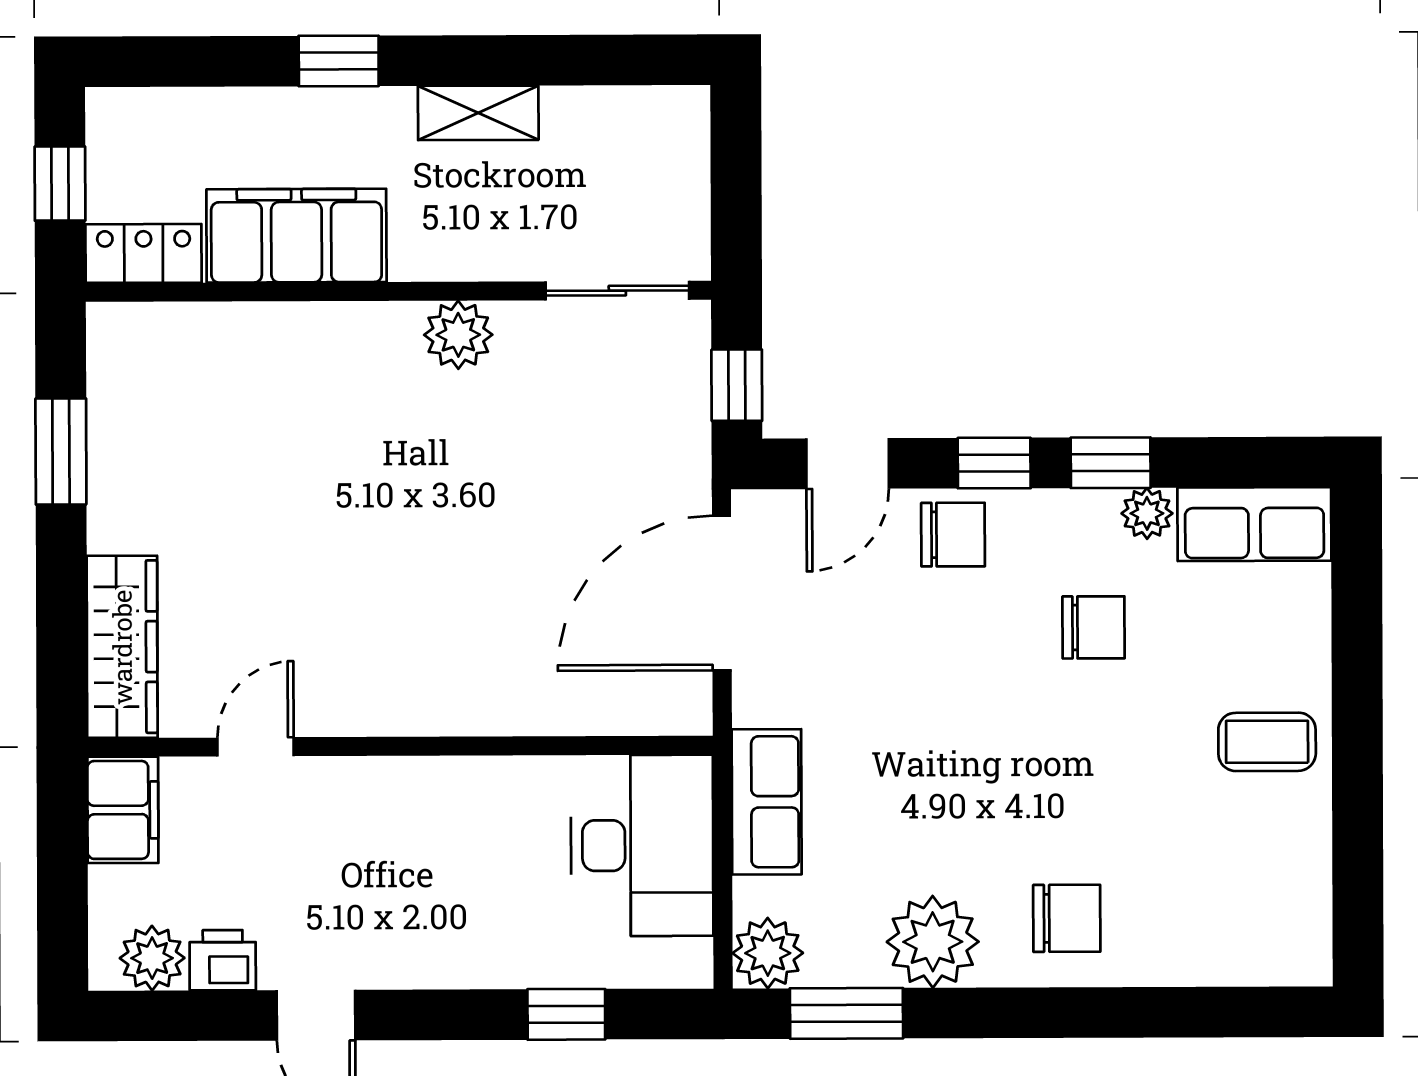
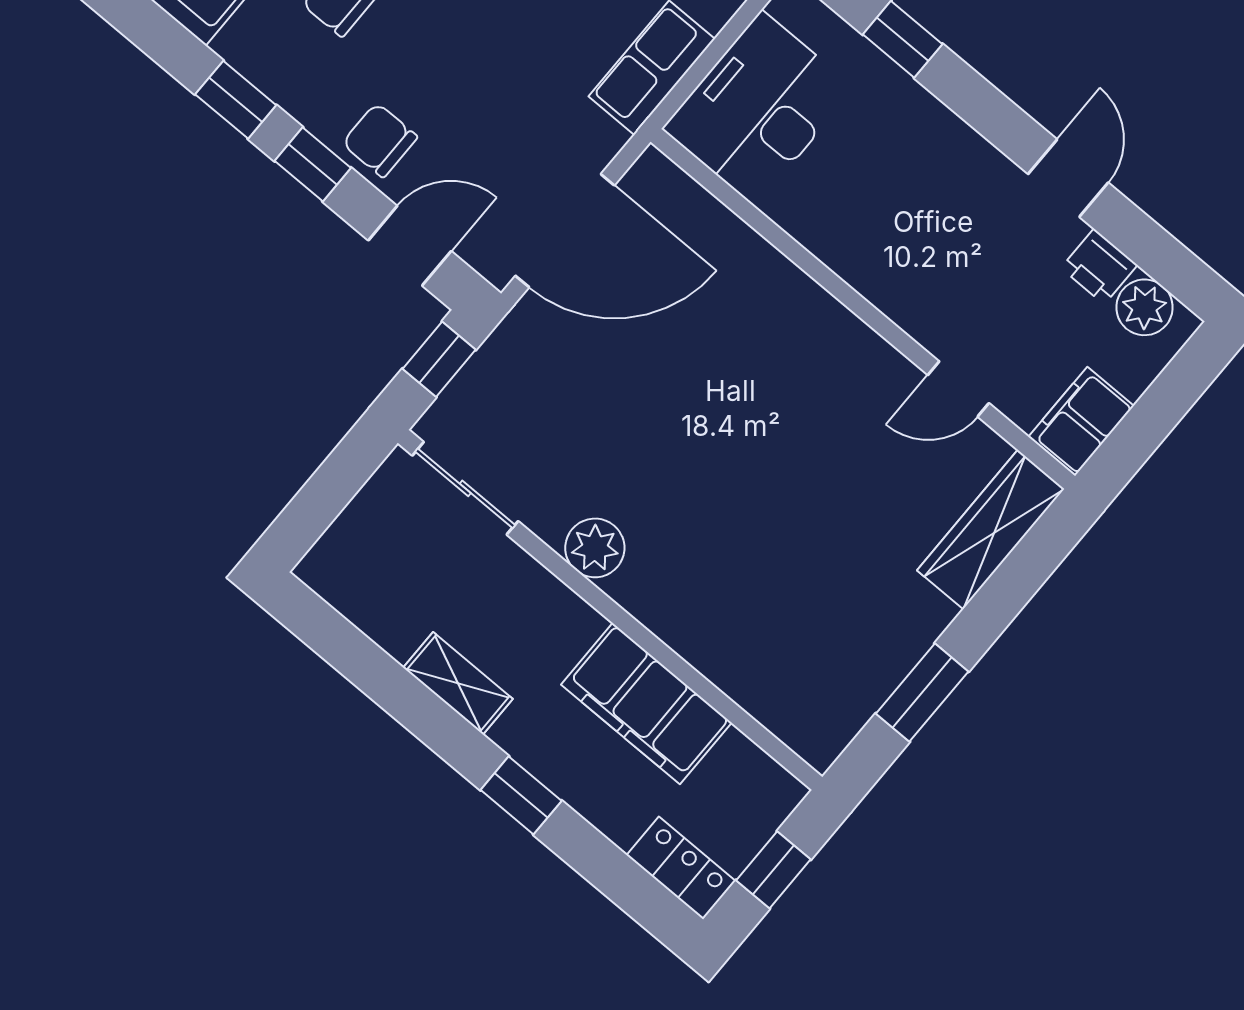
locker: (144, 253) -> (681, 868), moved, turned 180
plant: (1147, 513) -> (240, 46), removed

